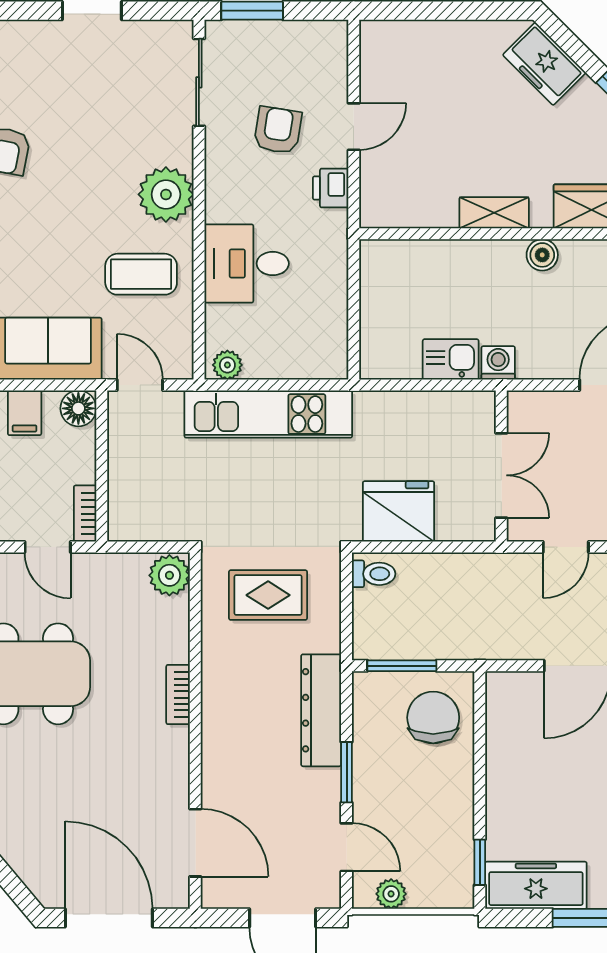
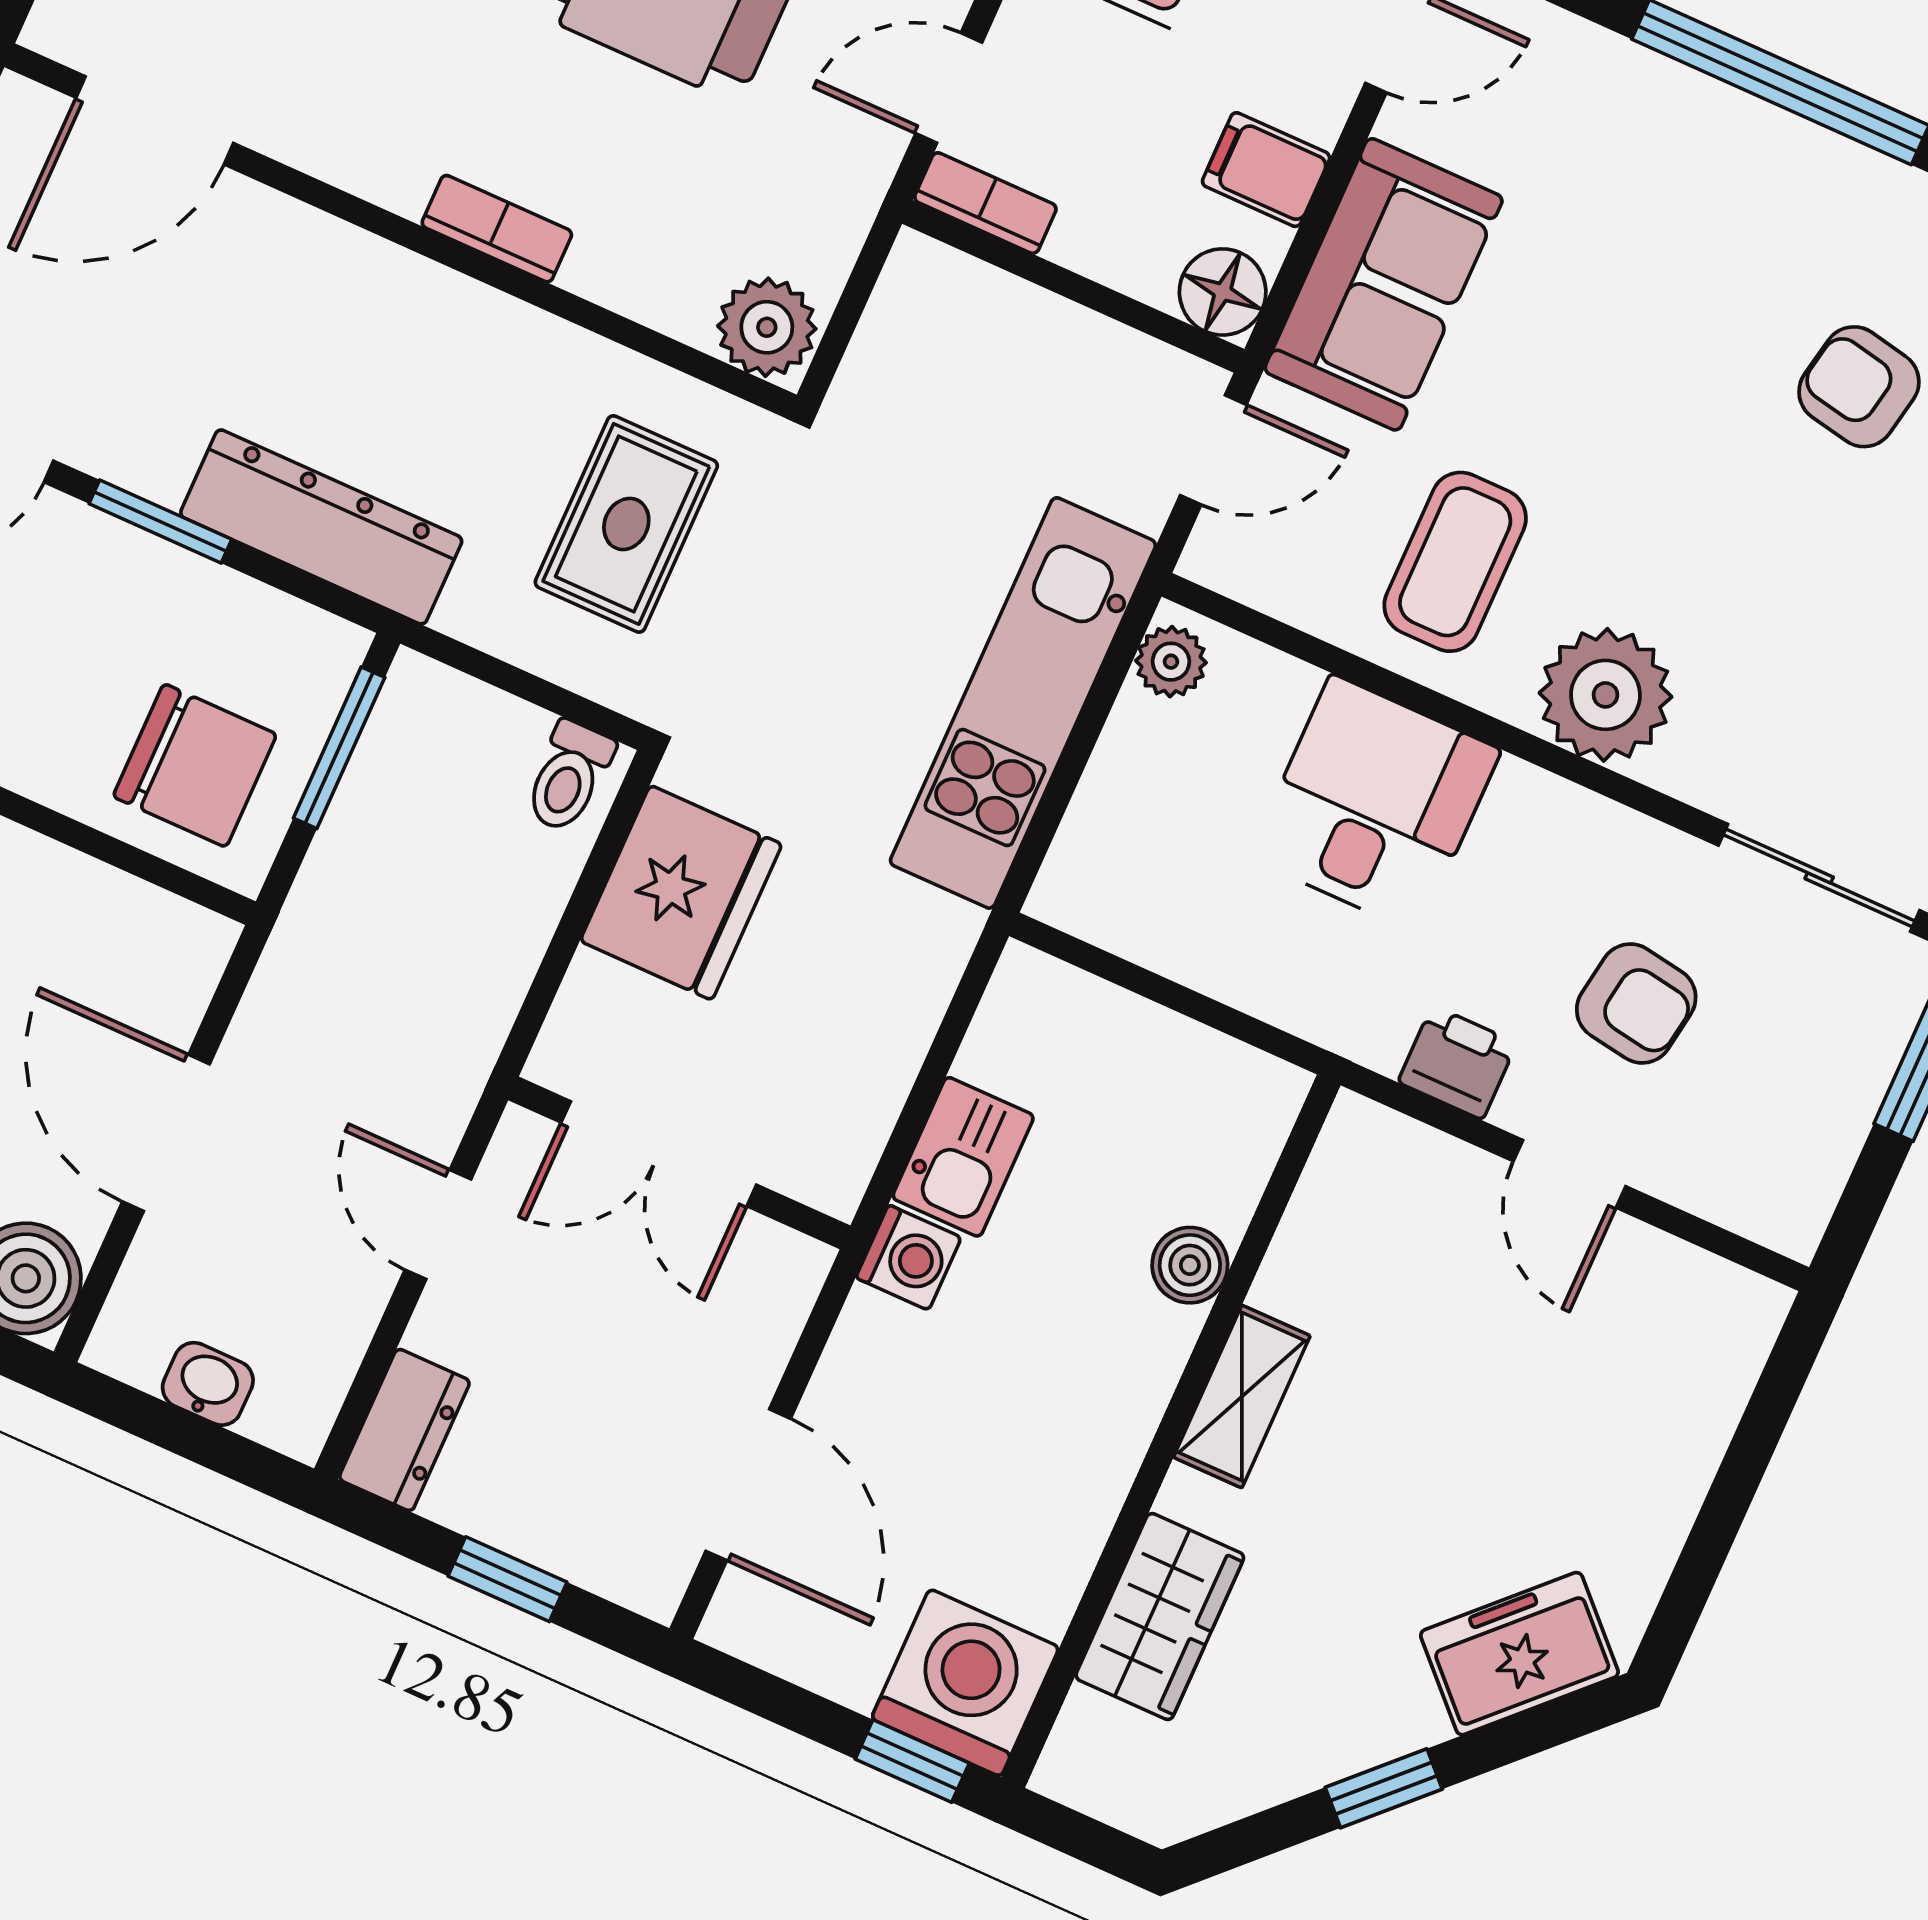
boiler: (542, 255) -> (1190, 1265), moved

